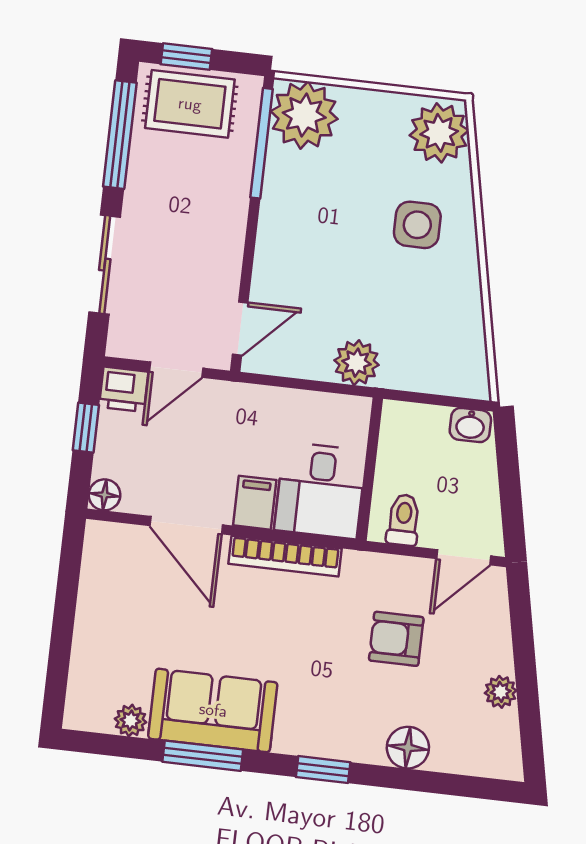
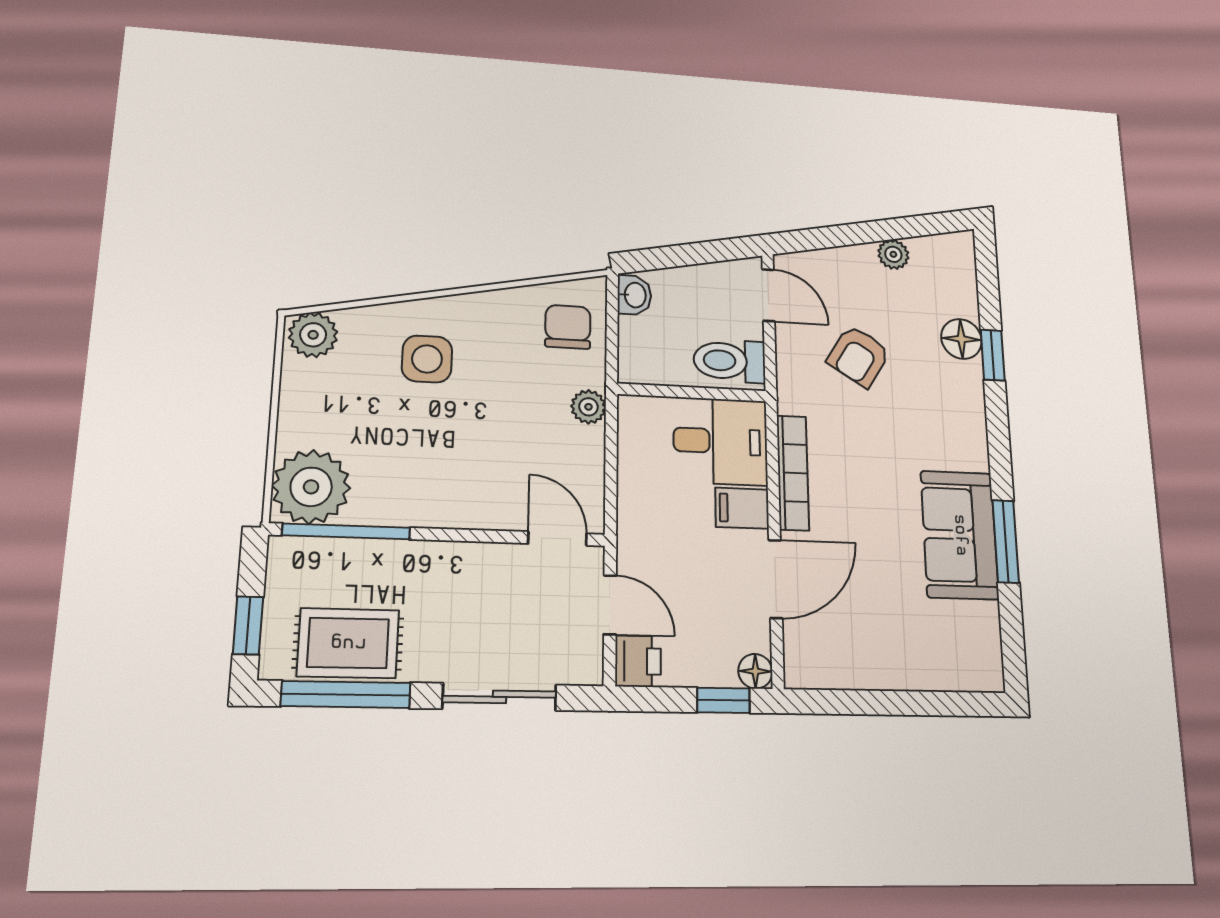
rug: (190, 104) -> (348, 643), moved, turned 90
plant: (439, 133) -> (313, 335), width x0.73, depth x0.73
chair: (442, 358) -> (568, 327), added
plant: (357, 363) -> (588, 407), width x0.73, depth x0.73
window: (86, 428) -> (723, 700), moved
toilet: (403, 520) -> (730, 361), width x1.37, depth x1.39
armchair: (396, 639) -> (859, 356), turned 32
plant: (131, 721) -> (984, 620), removed
window: (323, 770) -> (993, 355), moved

